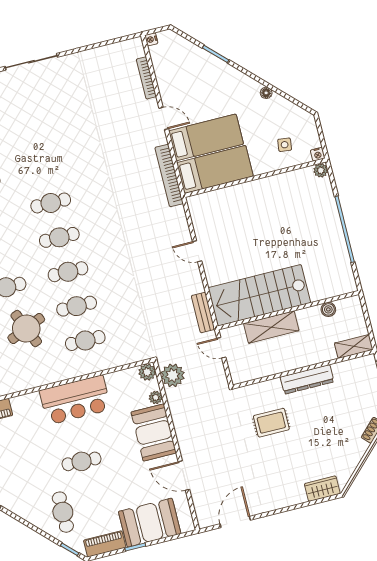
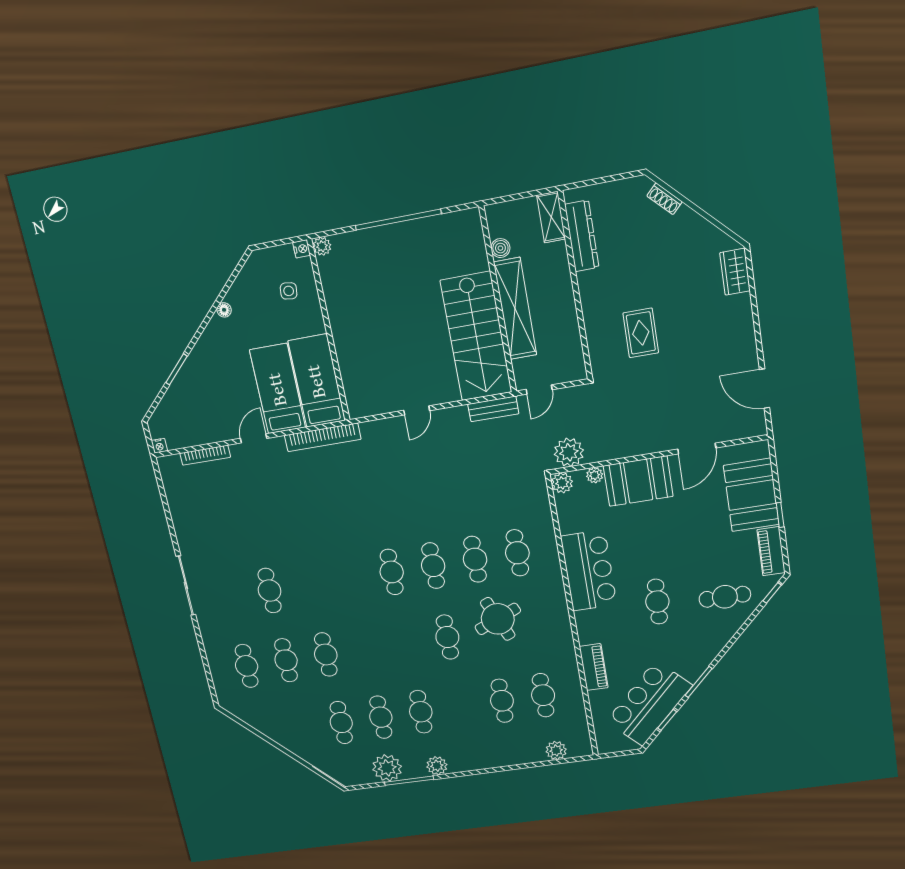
cafe table: (51, 203) -> (270, 591), moved
shelving: (271, 327) -> (515, 309), width x1.47
dresser: (307, 379) -> (582, 236), moved
cafe table: (82, 461) -> (657, 602), moved

